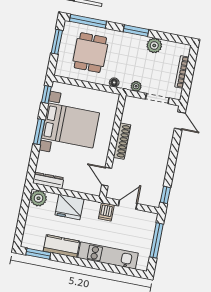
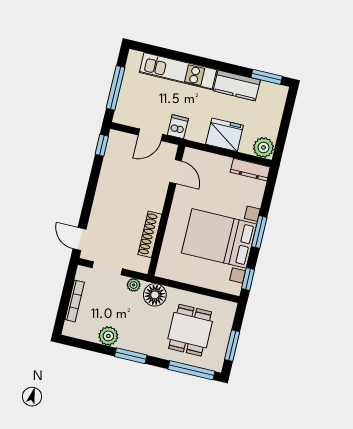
floor lamp: (114, 82) -> (155, 295), width x1.89, depth x1.89
shoe rack: (122, 141) -> (150, 234), moved

